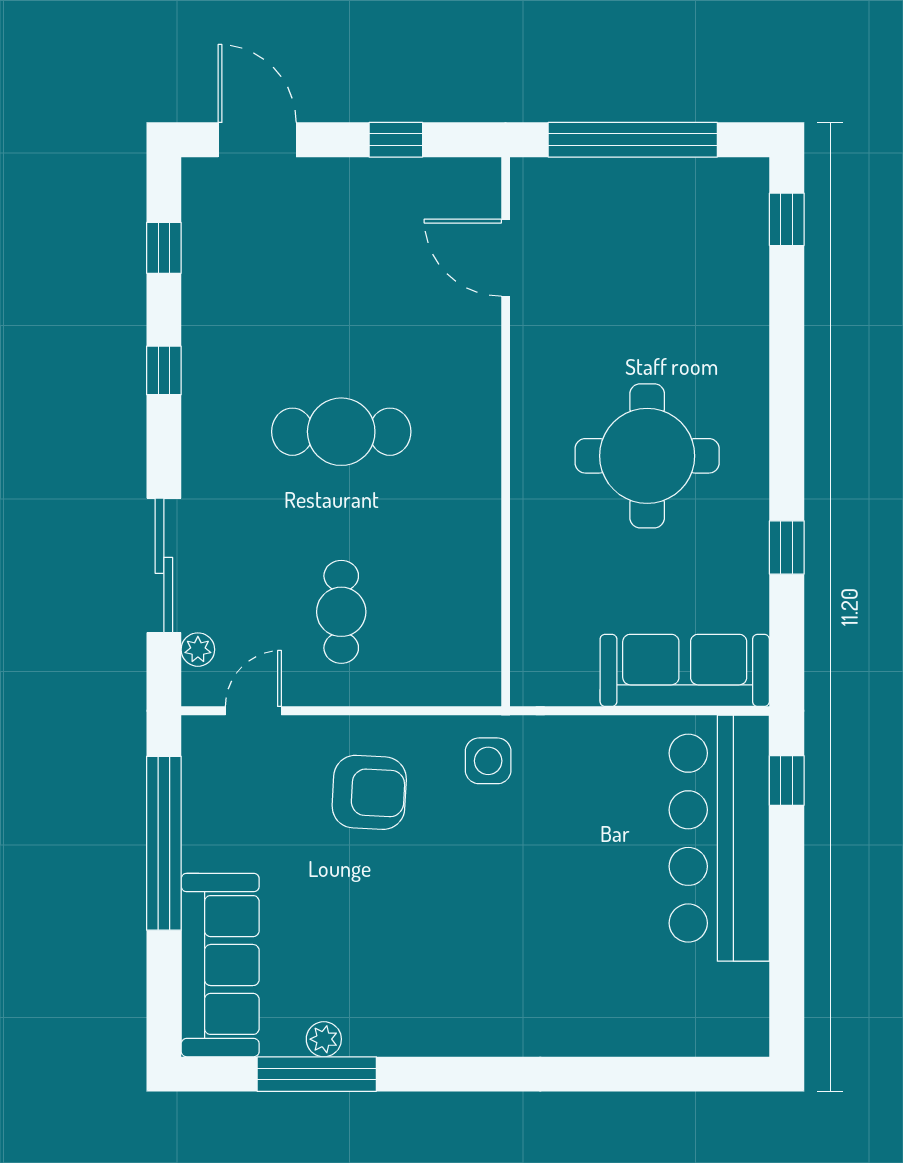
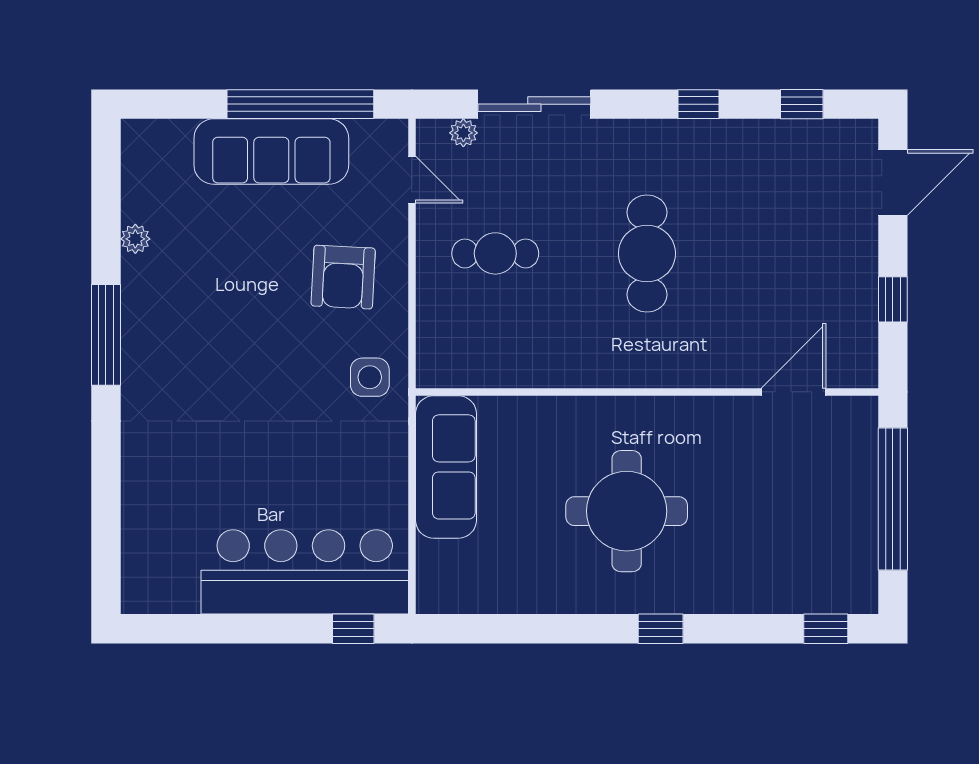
window: (787, 547) -> (661, 629), moved
sofa: (685, 670) -> (446, 467), moved
sofa: (220, 965) -> (271, 152), moved
window: (317, 1074) -> (106, 335), moved

